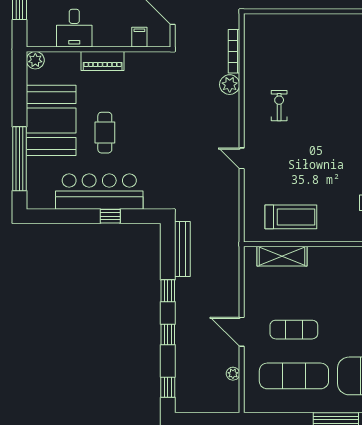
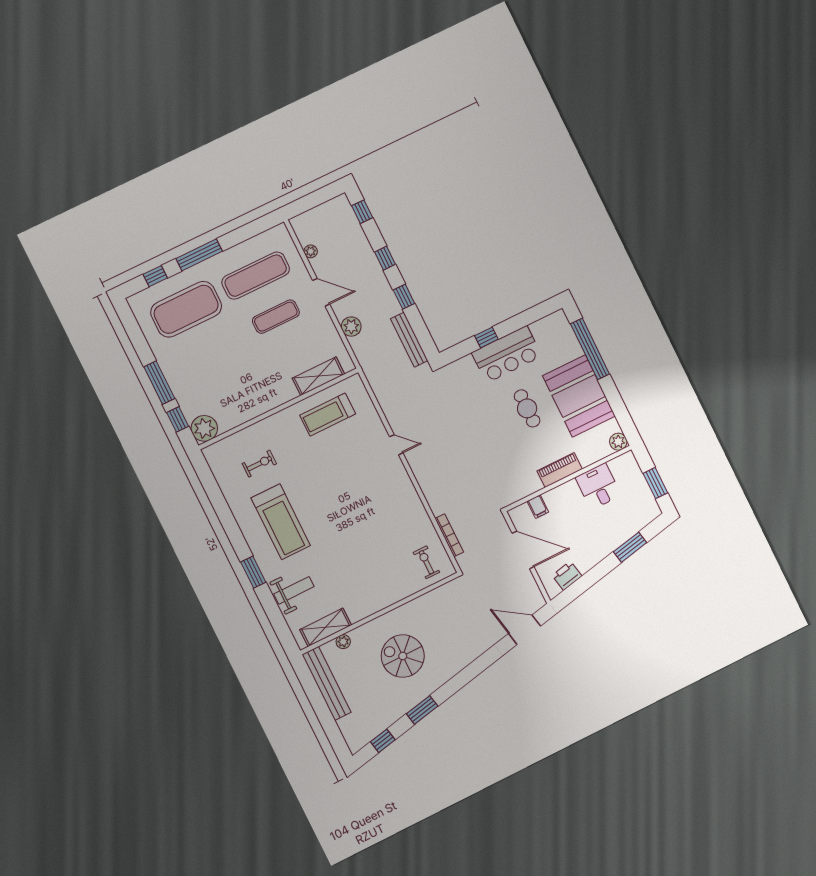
plant: (230, 85) -> (351, 327), moved
exercise bike: (279, 106) -> (426, 562), moved, turned 180
bar counter: (99, 192) -> (507, 354), width x0.73

